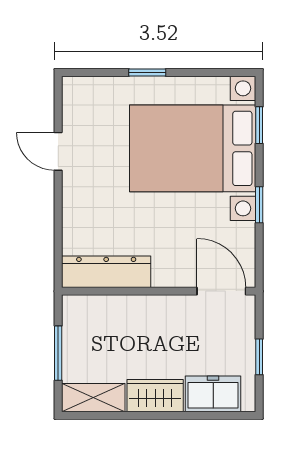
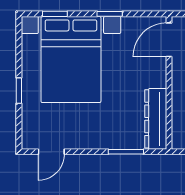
door: (58, 151) -> (51, 152), moved
window: (58, 228) -> (126, 152), added

